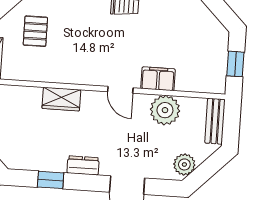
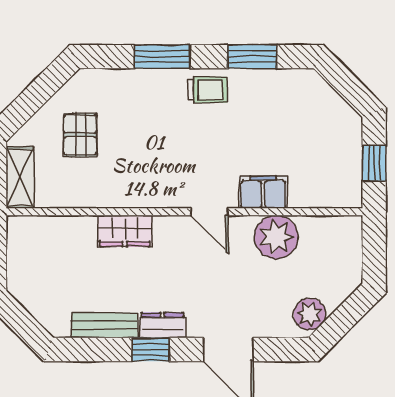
bench: (215, 121) -> (105, 325), moved, turned 90
window: (51, 180) -> (151, 350), moved

